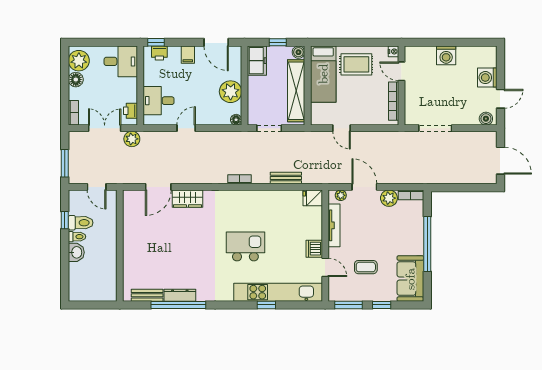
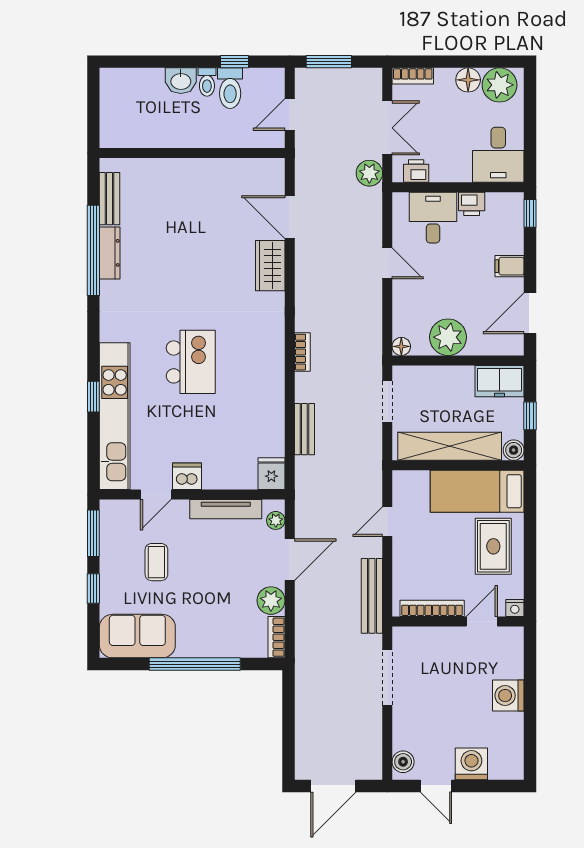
printer: (159, 53) -> (472, 204), moved, turned -90
bench: (386, 137) -> (372, 596), added

